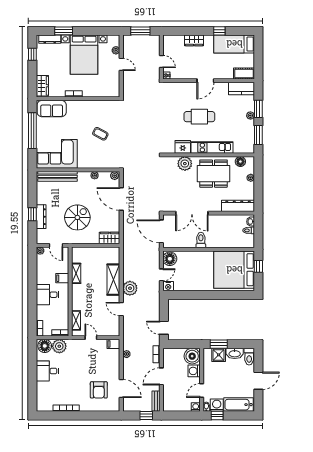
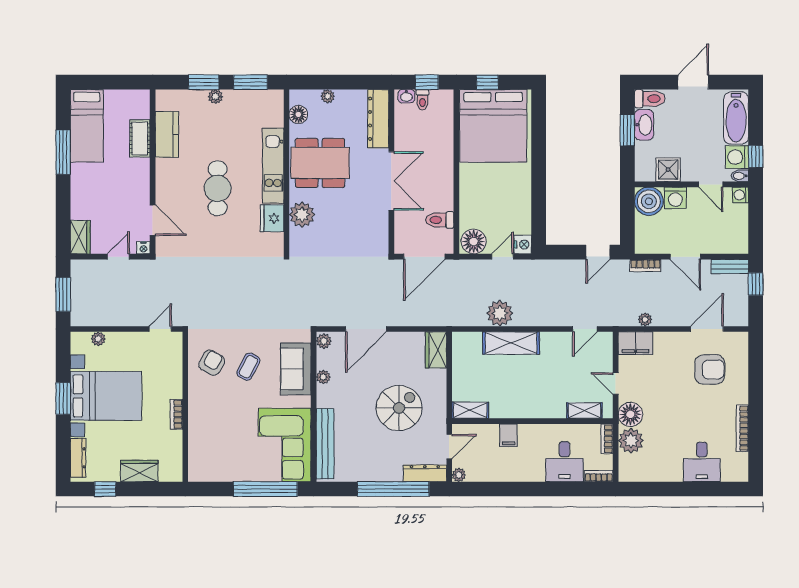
window: (64, 31) -> (63, 398), moved
window: (219, 31) -> (63, 152), width x2.17
wardrobe: (194, 40) -> (80, 237), moved
door: (121, 64) -> (160, 329), moved
cot: (244, 74) -> (140, 138), moved
door: (205, 81) -> (153, 220), moved
wardrobe: (42, 86) -> (139, 471), moved
kitchen counter: (242, 89) -> (167, 134), moved
sofa: (52, 109) -> (296, 369), moved, turned 180
armchair: (103, 113) -> (212, 363), added
window: (32, 131) -> (265, 489), moved
dining table: (213, 174) -> (320, 163), turned 90
double door: (192, 213) -> (391, 181), moved
window: (32, 214) -> (393, 489), width x3.17
dresser: (41, 217) -> (425, 473), moved
spiral stairs: (77, 217) -> (399, 408), turned 90
window: (258, 233) -> (427, 82), added
toilet: (201, 240) -> (440, 220), moved
shelving: (76, 273) -> (470, 410), moved
door: (161, 275) -> (503, 257), hinge flipped
plant: (130, 288) -> (500, 313), moved
desk: (48, 295) -> (564, 462), moved
door: (121, 309) -> (585, 329), moved
door: (91, 338) -> (616, 384), hinge flipped
filing cabinet: (113, 344) -> (635, 343), width x2.00
window: (219, 344) -> (627, 130), moved
floor lamp: (45, 346) -> (630, 414), moved
shower: (219, 355) -> (668, 170), moved
desk: (47, 371) -> (702, 462), moved
door: (258, 381) -> (693, 82), hinge flipped

